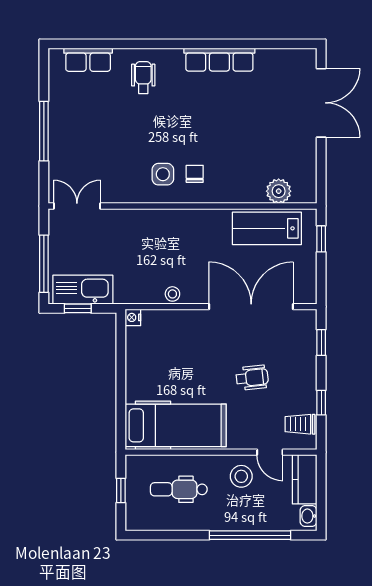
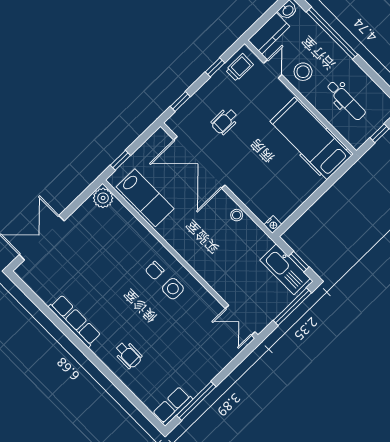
row of seats: (88, 60) -> (173, 406), moved, turned -90
wheelchair: (143, 78) -> (128, 355), turned -90
window: (44, 131) -> (196, 401), moved
plant: (279, 191) -> (103, 198), moved
wheelchair: (252, 378) -> (225, 121), moved, turned -84
trolley: (300, 424) -> (239, 67), turned -90

